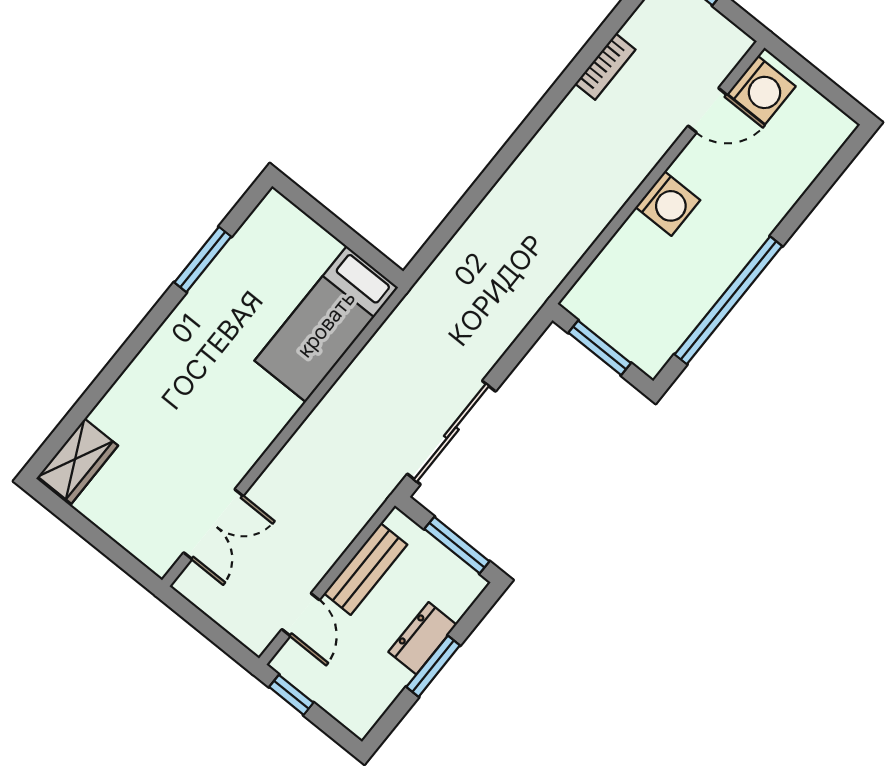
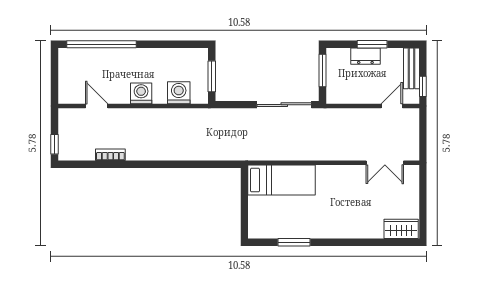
washing machine: (761, 90) -> (179, 93), moved
window: (728, 300) -> (101, 44), moved
double door: (213, 524) -> (385, 163), swing flipped
bench: (366, 569) -> (412, 68), moved, turned 90

